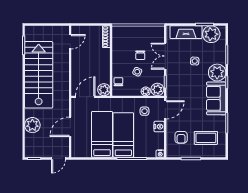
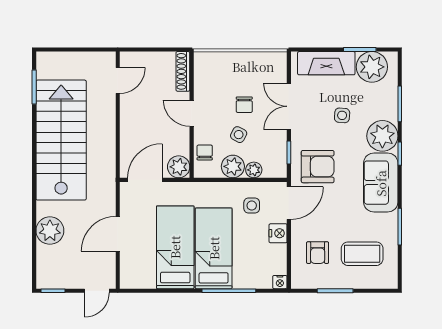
door: (111, 60) -> (192, 113), added
plant: (157, 89) -> (233, 166), moved
armchair: (181, 90) -> (318, 167), added

